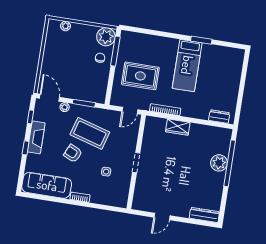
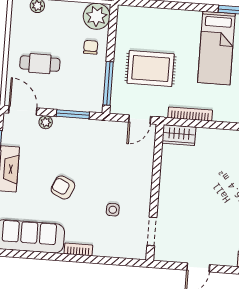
window: (115, 51) -> (108, 83), moved
cafe table: (64, 66) -> (40, 64), added
wardrobe: (178, 127) -> (179, 135), moved
coffee table: (90, 133) -> (85, 157), removed
doorway: (136, 163) -> (152, 231), moved

